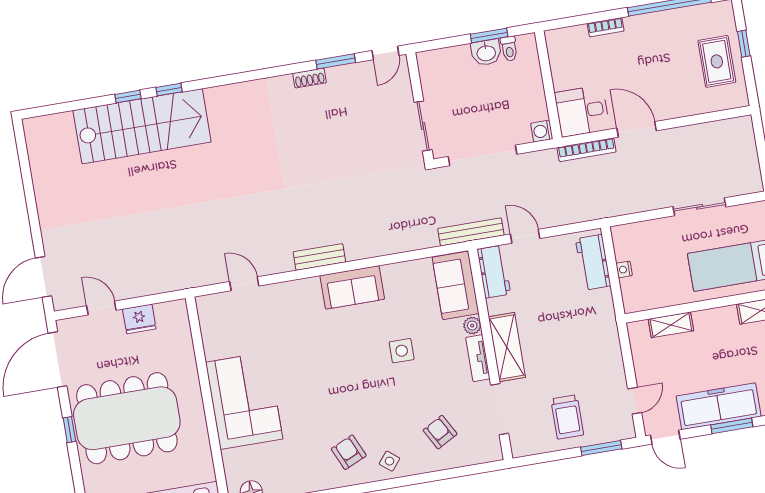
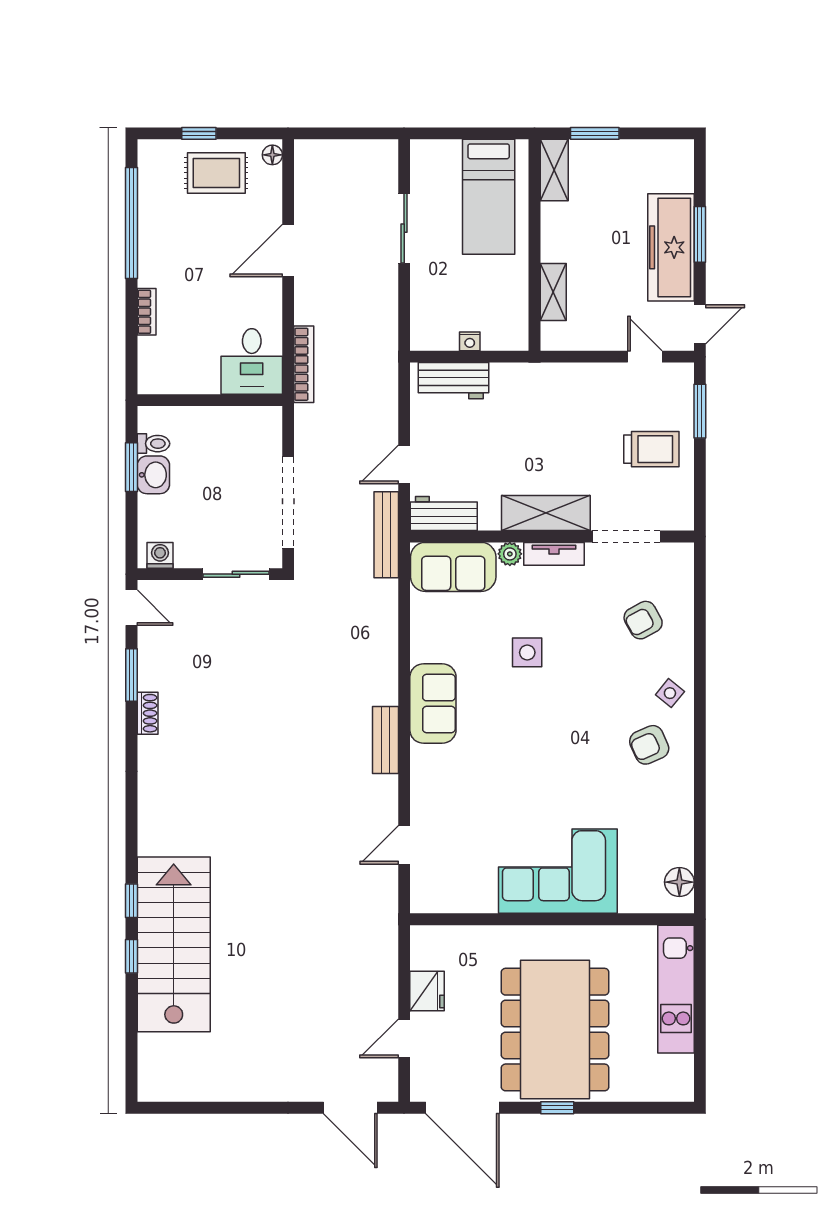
floor lamp: (737, 100) -> (272, 155), added
door: (637, 129) -> (288, 251), moved
washing machine: (542, 131) -> (160, 555), moved, turned 180

